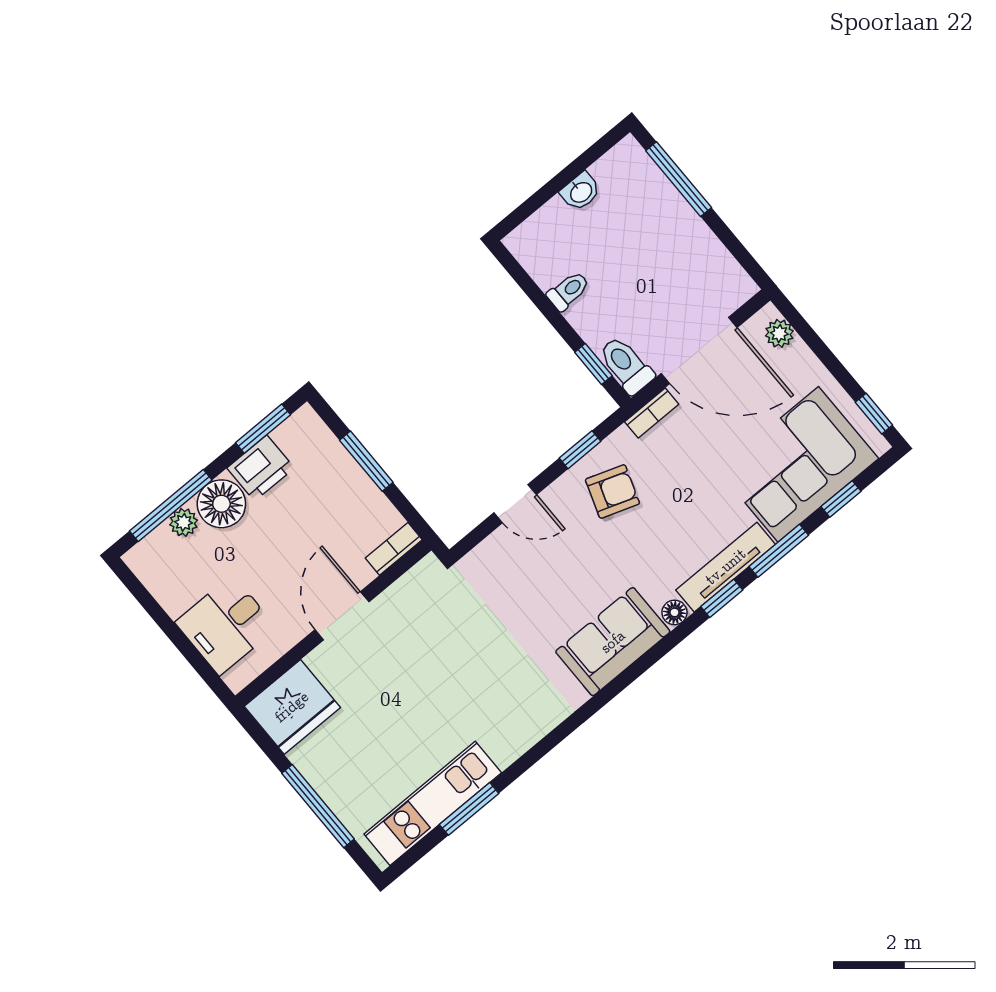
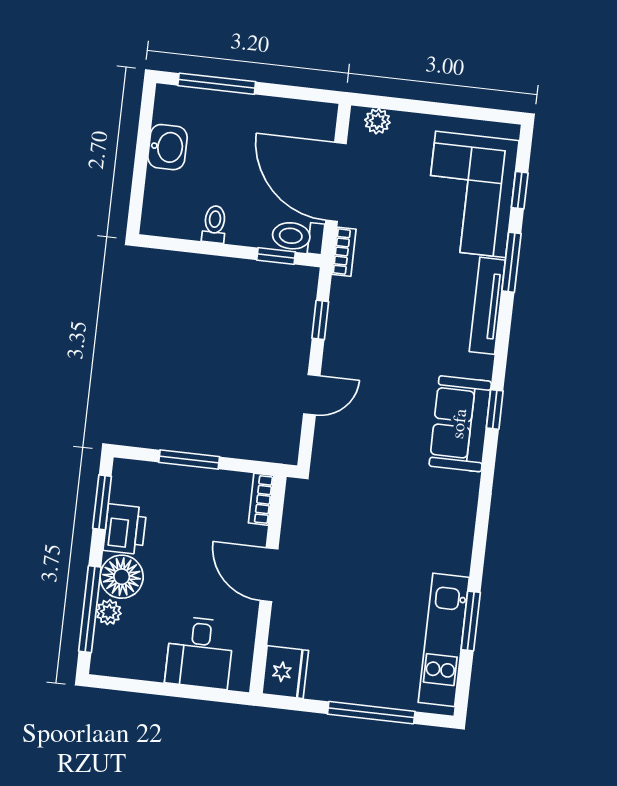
washbasin: (581, 192) -> (167, 147), width x1.38, depth x1.45
door: (699, 350) -> (336, 182), swing flipped
window: (874, 414) -> (488, 115), removed
armchair: (612, 491) -> (367, 327), removed
window: (722, 598) -> (495, 409), moved
floor lamp: (674, 612) -> (482, 367), removed
fridge: (292, 707) -> (285, 672), width x0.73, depth x0.75

